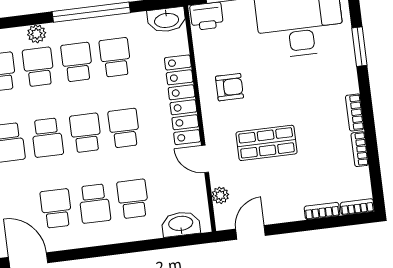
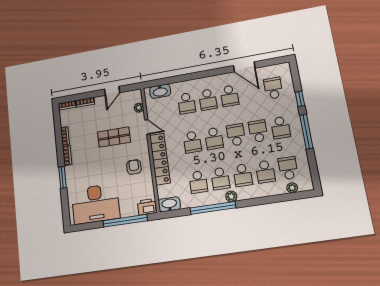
plant: (37, 34) -> (231, 196), moved
window: (359, 47) -> (62, 177), moved
armchair: (229, 87) -> (134, 167), turned 90
school desk: (95, 204) -> (208, 100), turned 180
door: (251, 232) -> (112, 91), moved

